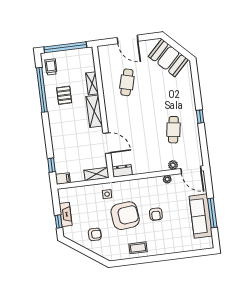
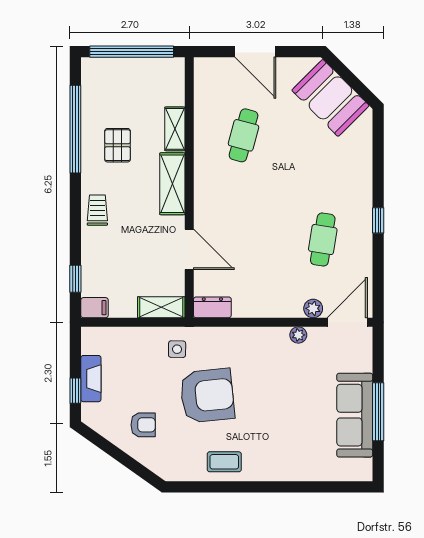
trolley: (51, 67) -> (97, 210), moved
door: (191, 170) -> (347, 322), swing flipped
armchair: (156, 214) -> (268, 400), removed

